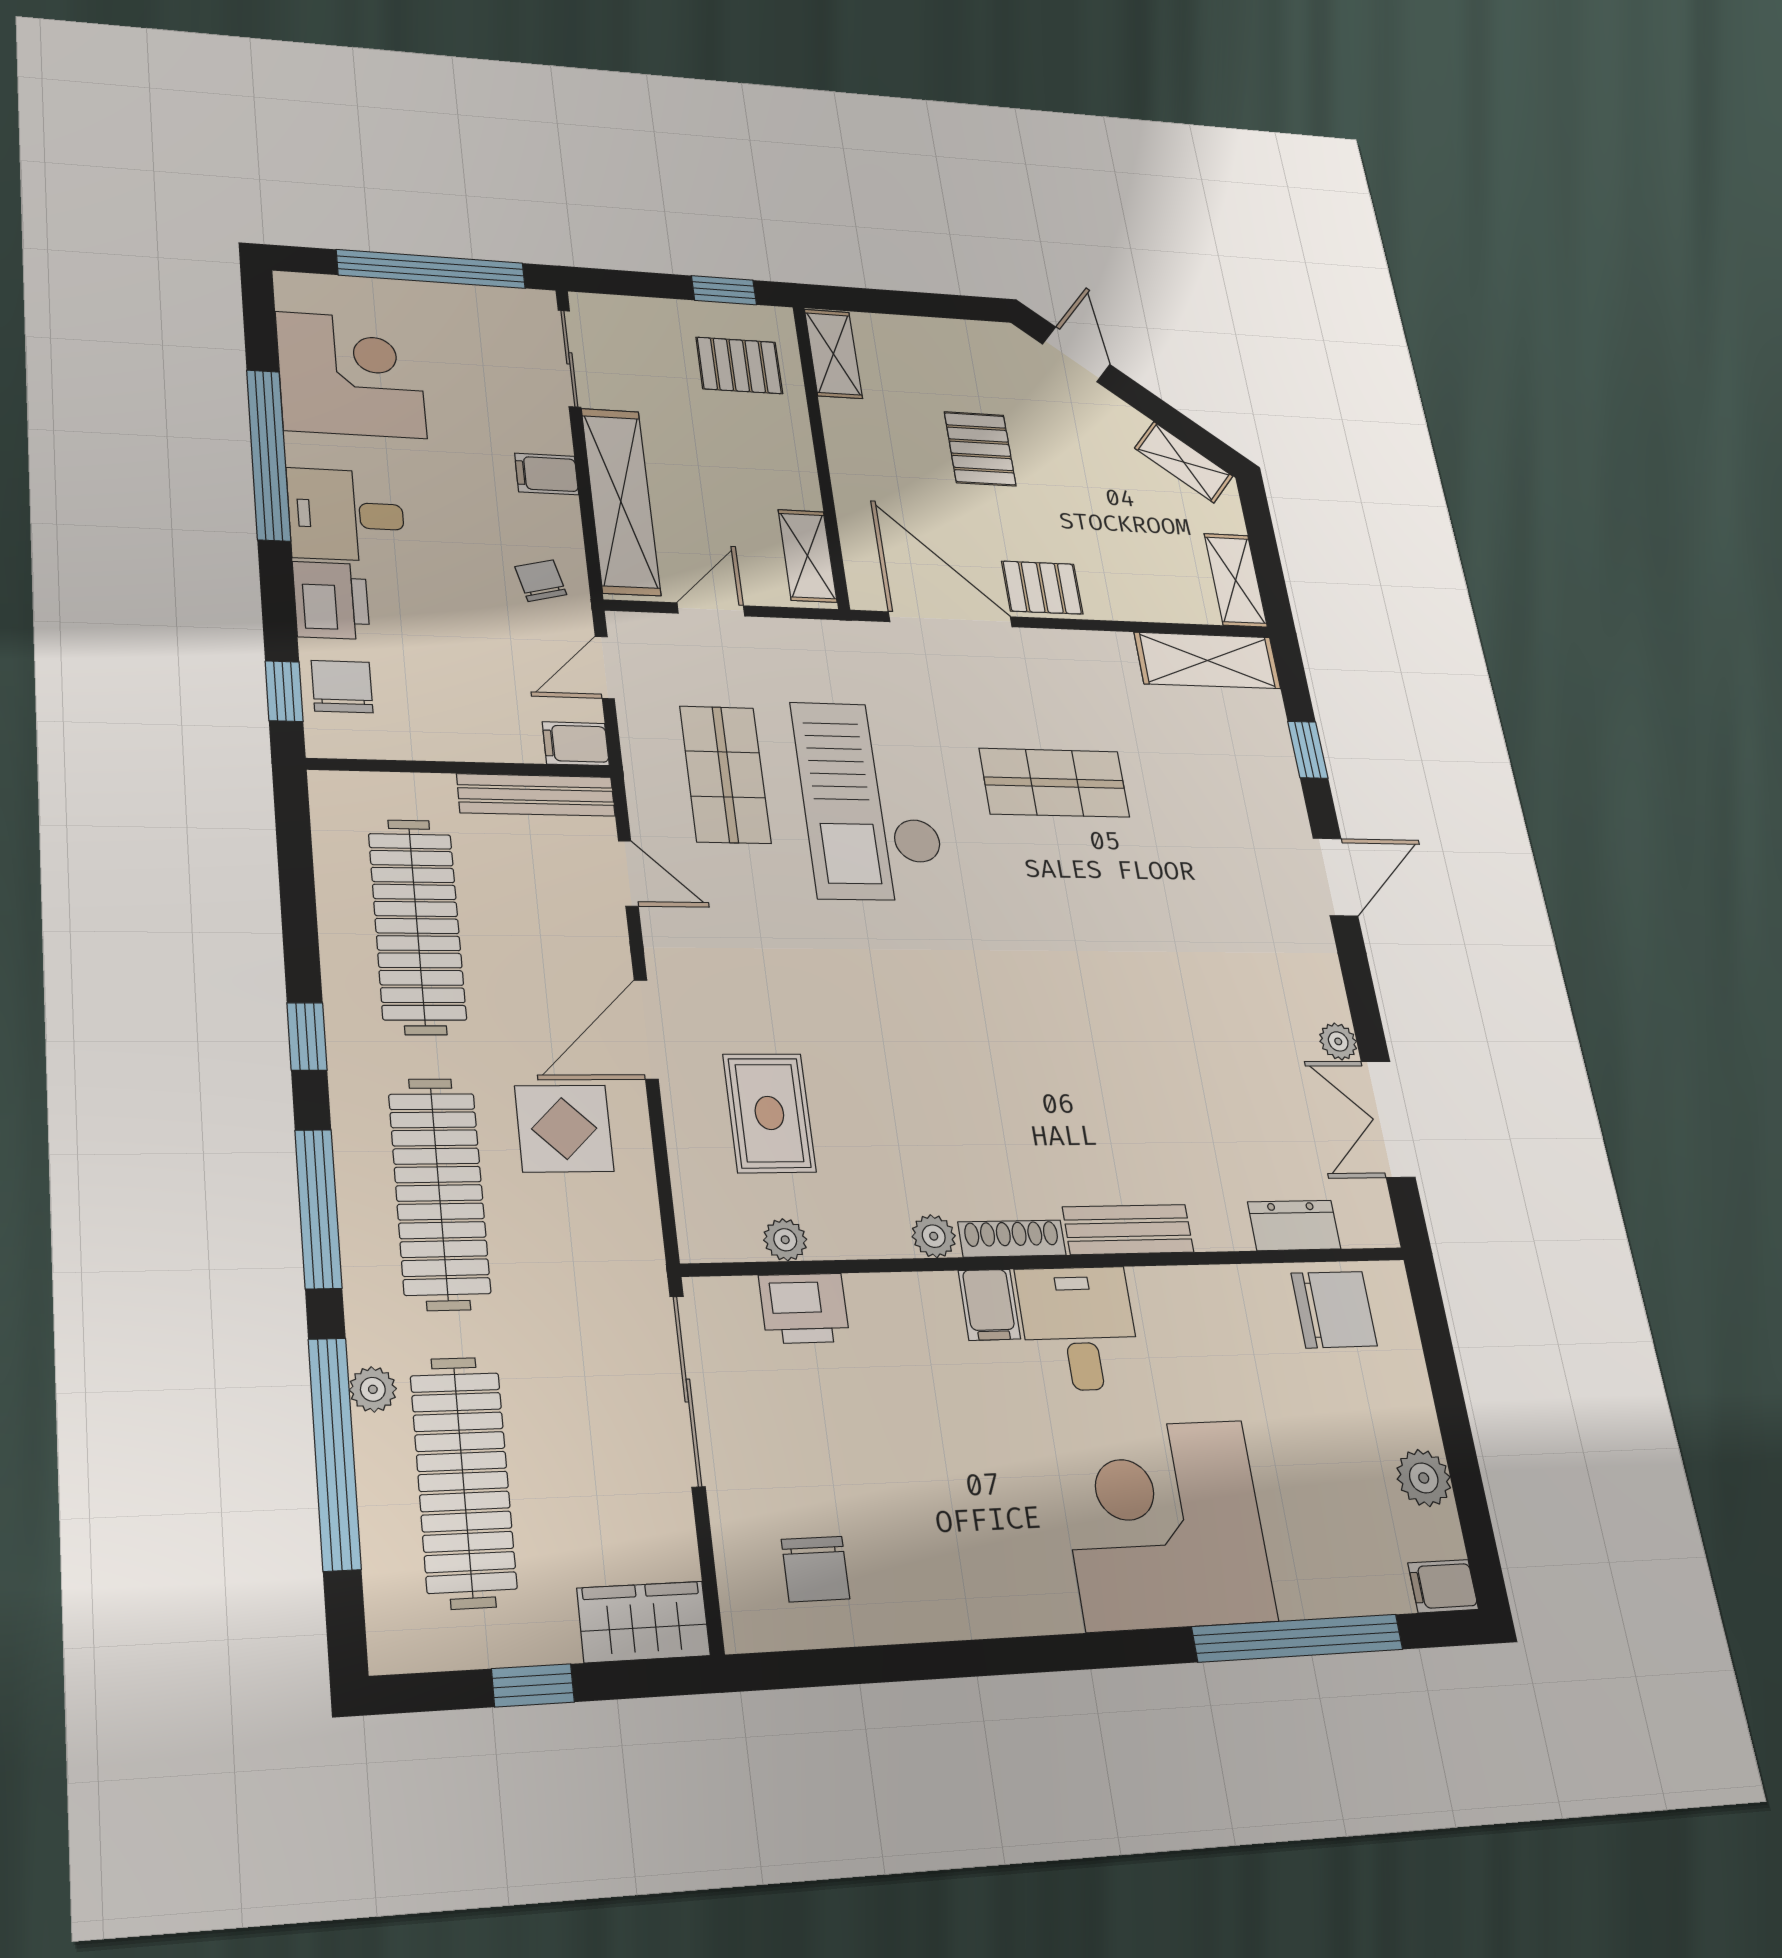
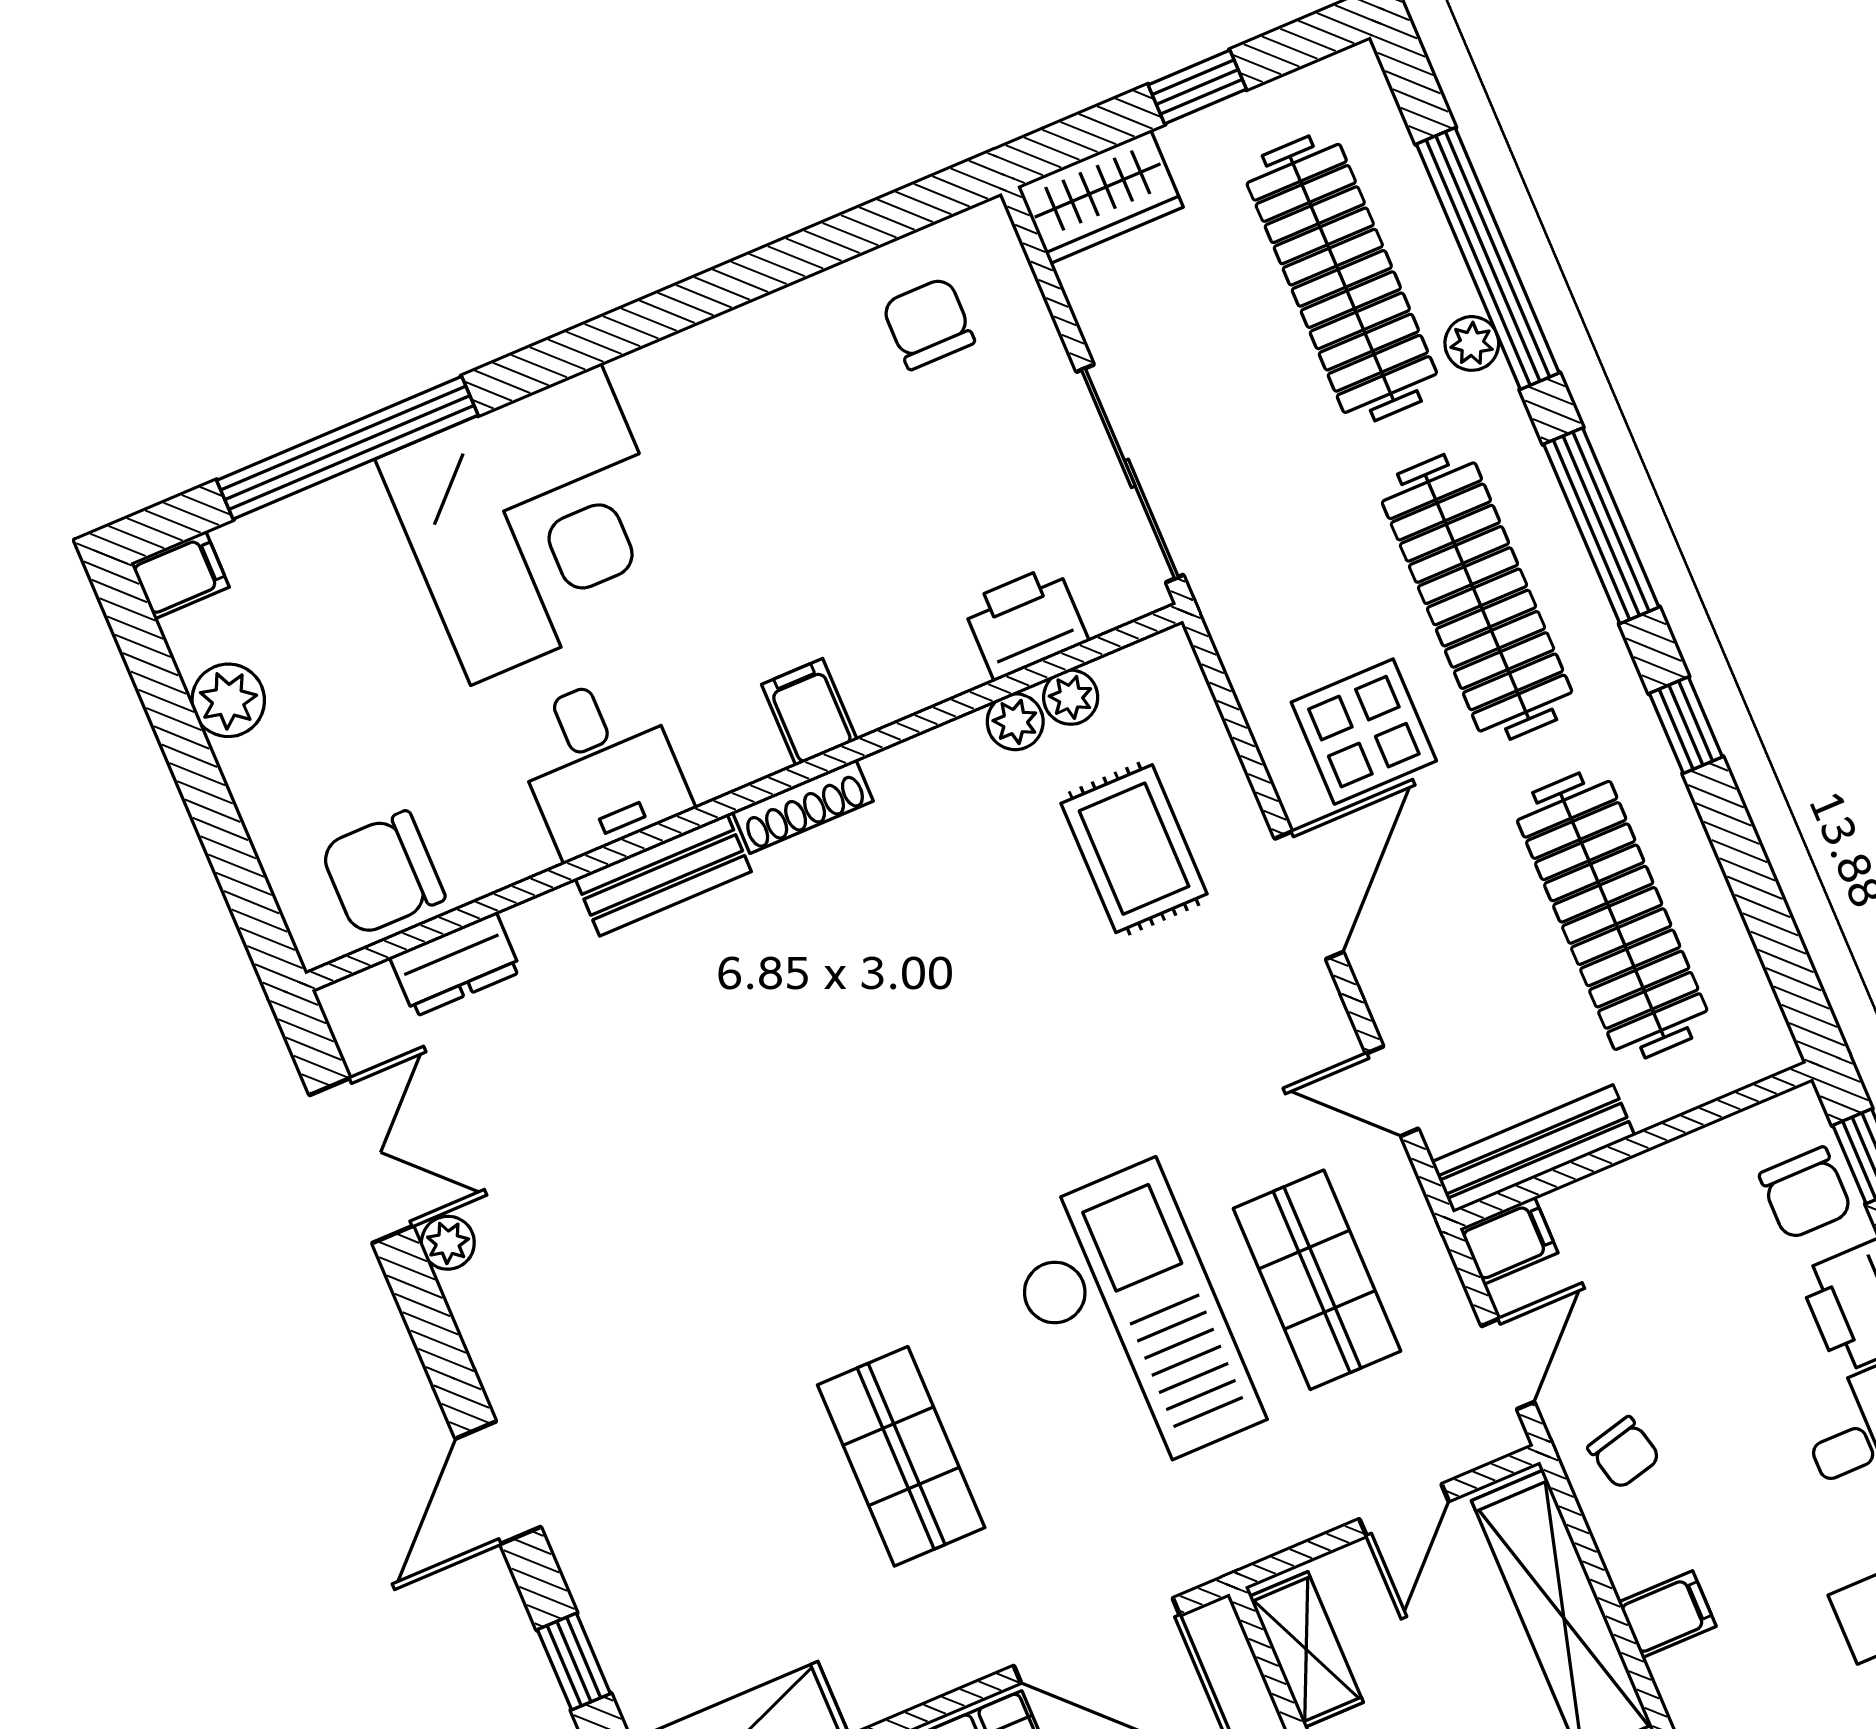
shop shelf: (1054, 783) -> (901, 1456), turned 90
plant: (934, 1236) -> (1015, 722), moved
desk: (1079, 1328) -> (600, 765), moved

